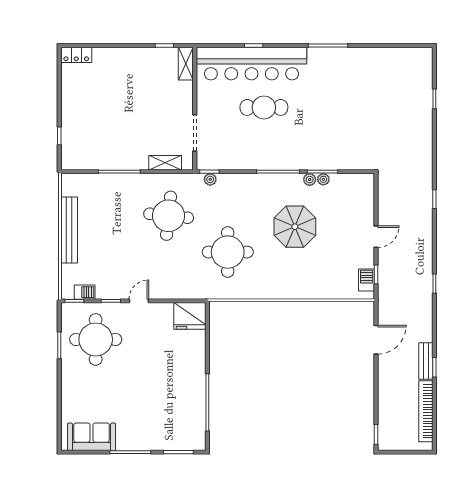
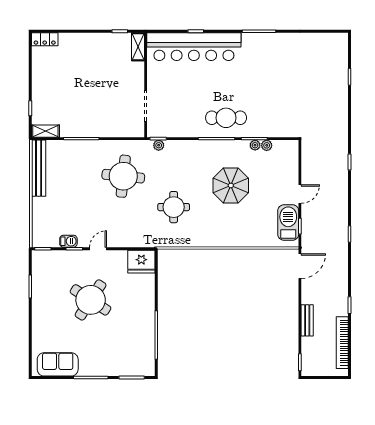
cafe table: (264, 107) -> (226, 118), moved
shelving: (165, 163) -> (45, 131), moved
plant: (310, 180) -> (267, 145), moved
bench: (69, 230) -> (39, 168), moved
round table: (228, 252) -> (174, 207), width x0.73, depth x0.73
barbecue: (367, 280) -> (288, 223), width x1.88, depth x1.53
barbecue: (85, 292) -> (68, 241), moved
round table: (96, 339) -> (91, 300), moved, turned 33
door: (376, 340) -> (300, 266), moved
bench: (426, 361) -> (307, 320), moved

